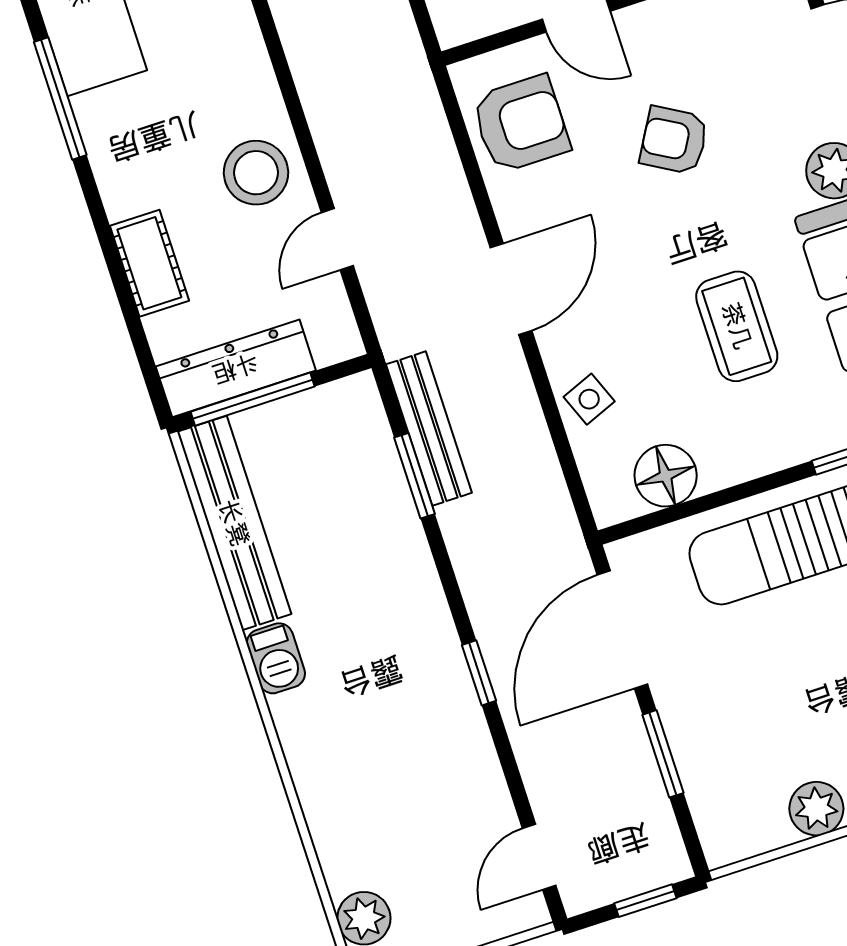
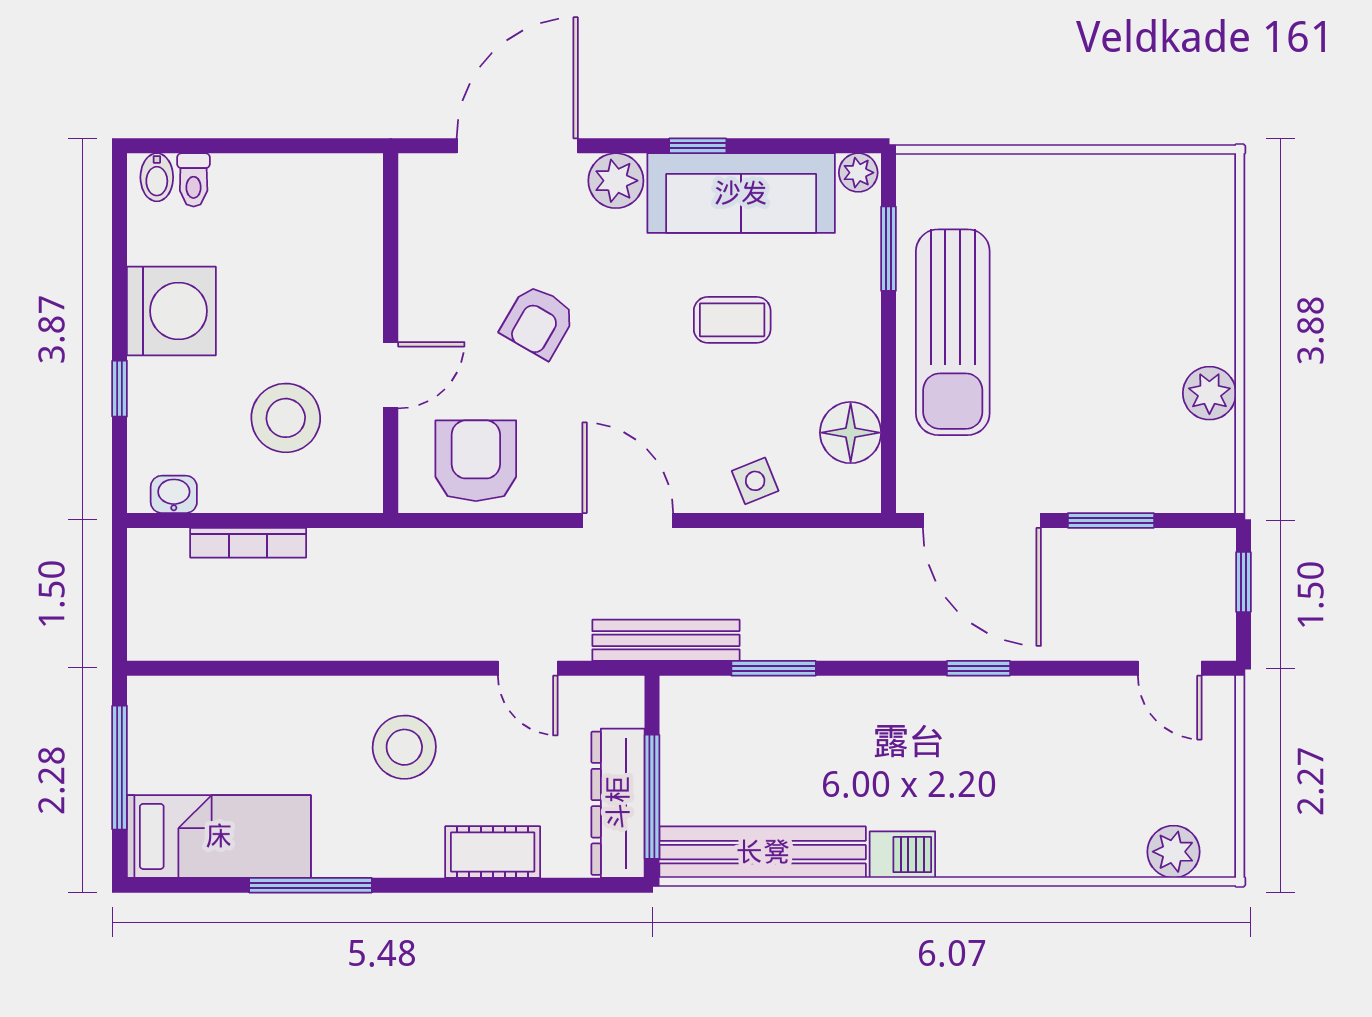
stool: (256, 173) -> (404, 747), moved
coffee table: (737, 326) -> (732, 320), width x0.73, depth x0.77
bench: (429, 429) -> (666, 640), moved

